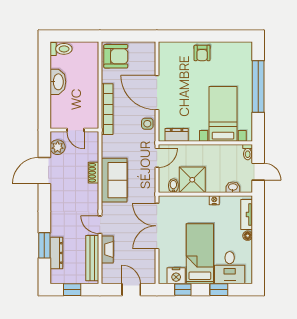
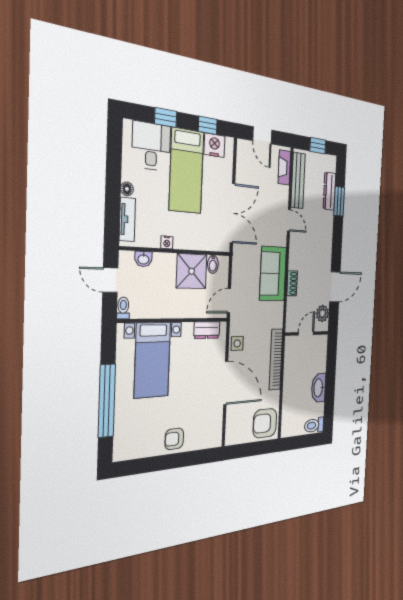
armchair: (202, 53) -> (174, 439), turned -90
door: (75, 130) -> (306, 334), hinge flipped
fireplace: (107, 249) -> (284, 167), moved

